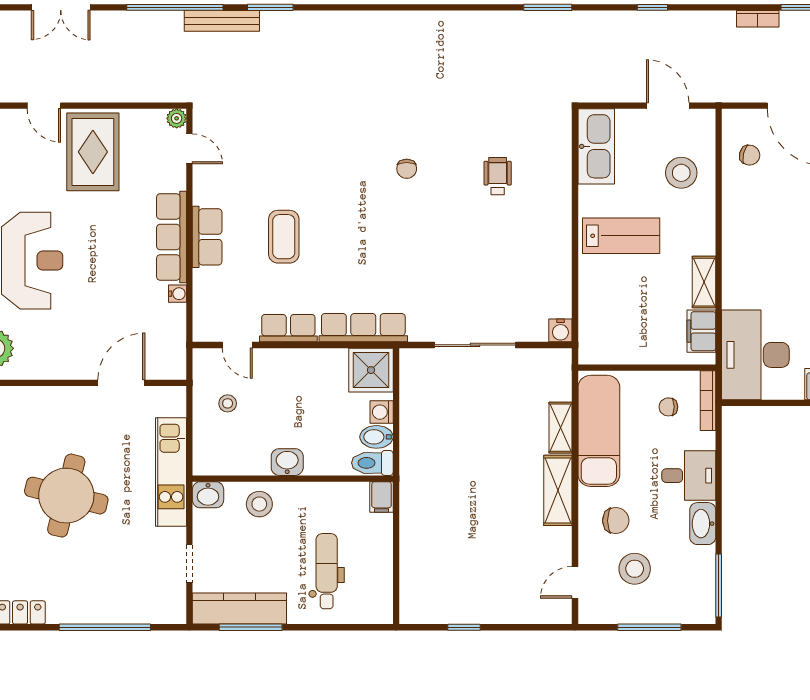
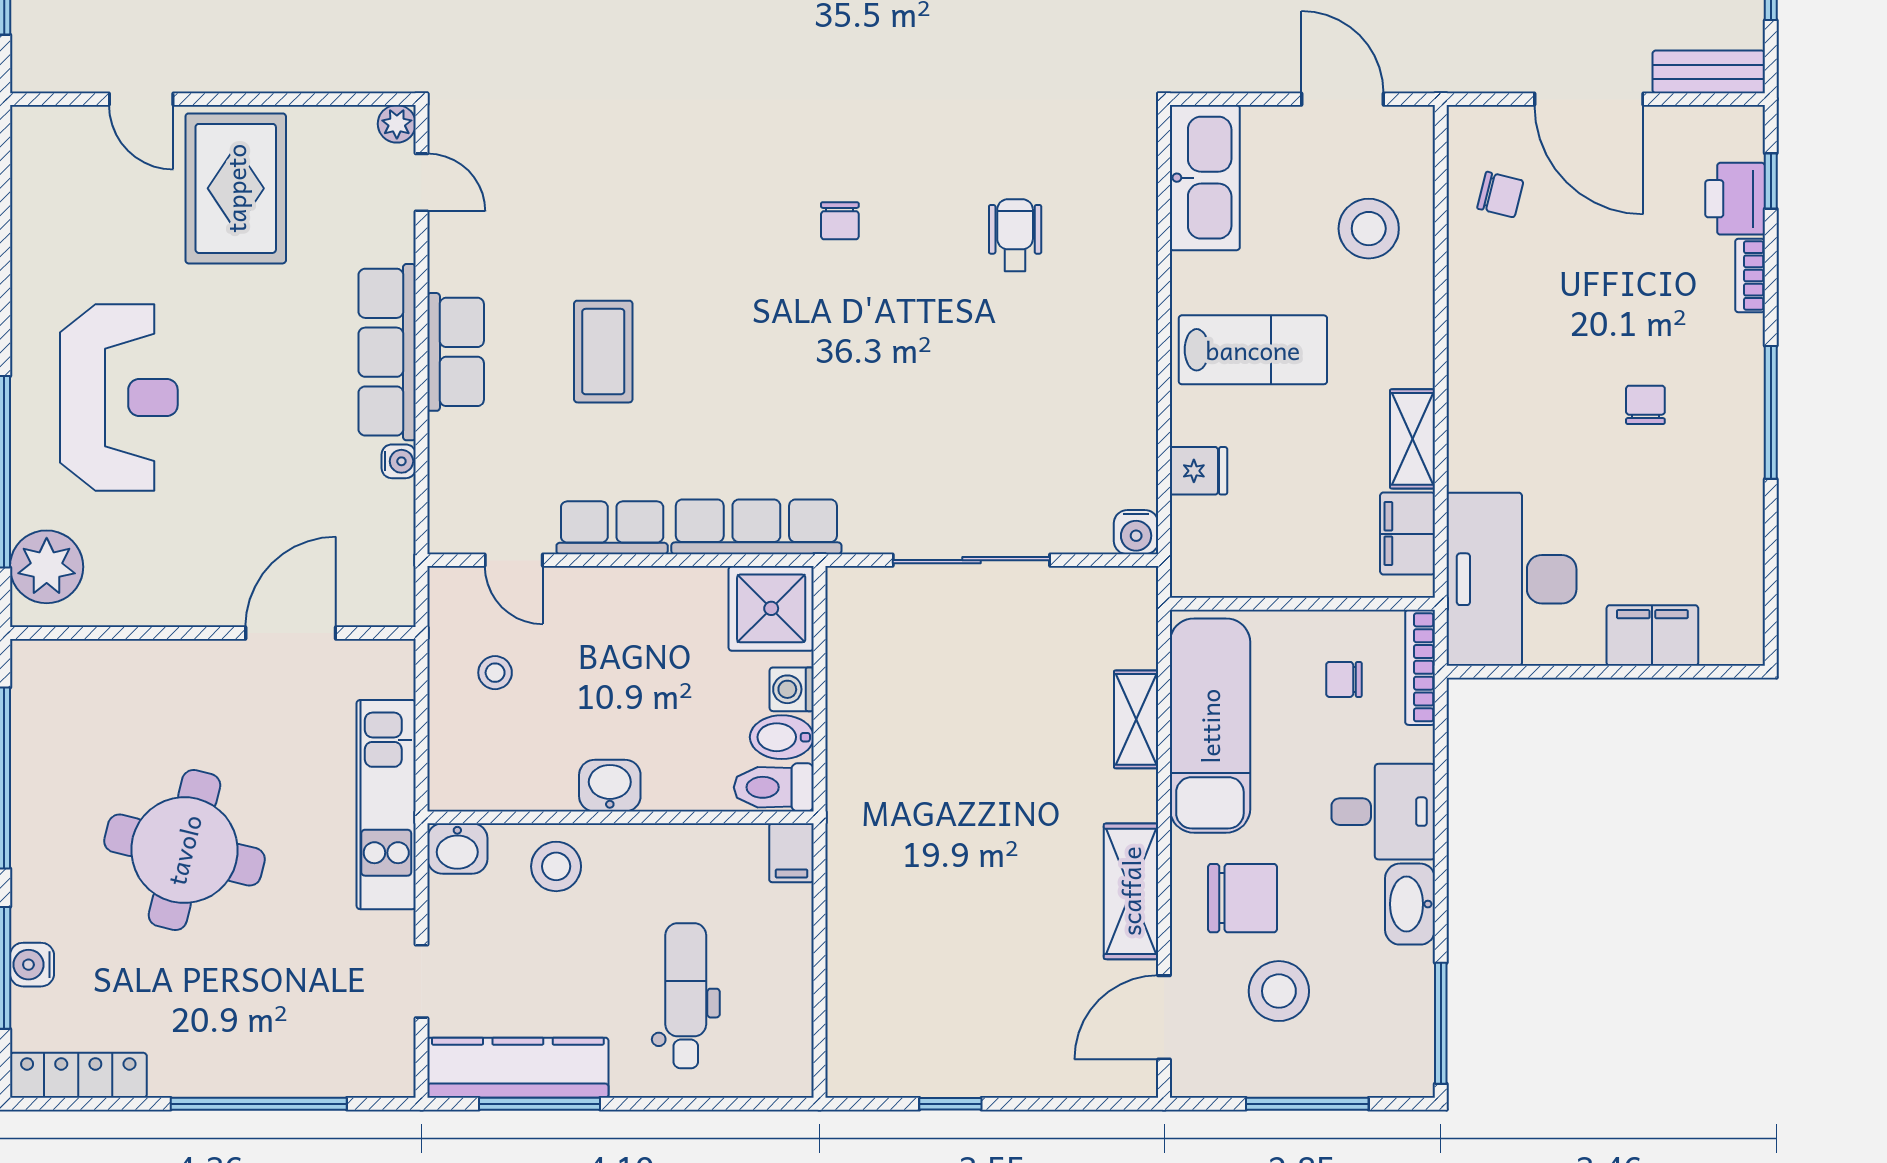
fridge: (593, 299) -> (1198, 471), added
shelving: (558, 490) -> (1131, 891), moved
chair: (616, 521) -> (1243, 898), width x1.37, depth x1.37
door: (575, 582) -> (1164, 1017), width x1.38

